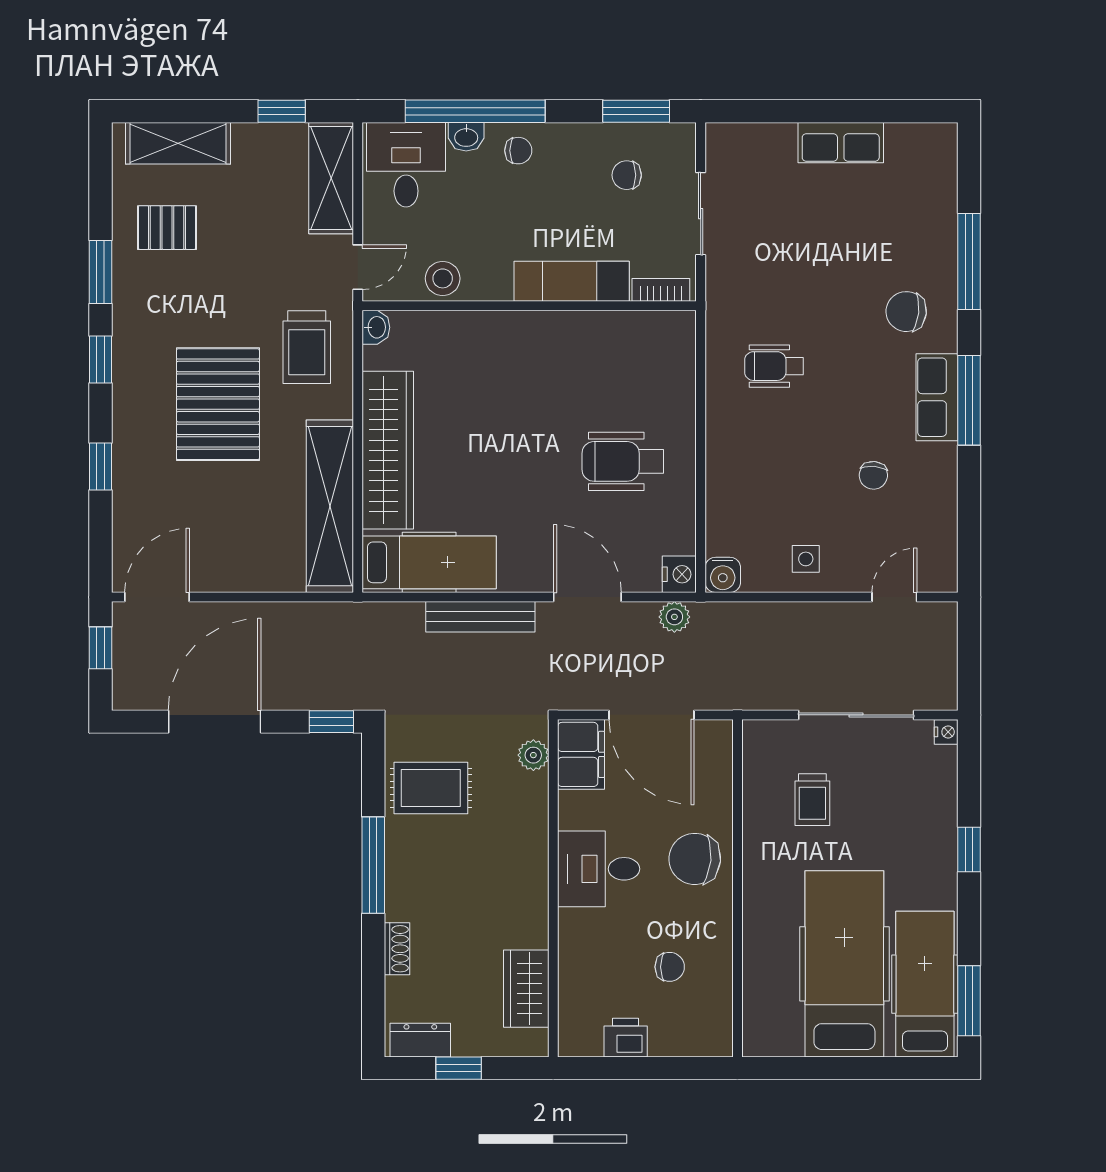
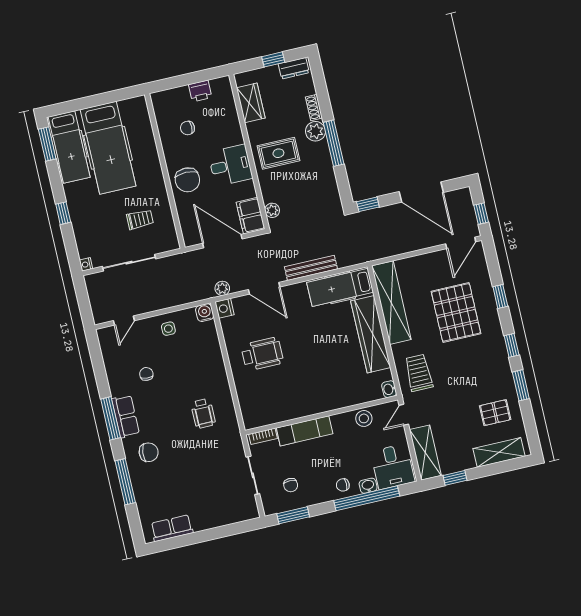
row of seats: (841, 143) -> (172, 528), moved
chair: (627, 175) -> (291, 485), turned 90
wheelchair: (774, 366) -> (203, 413), turned 90
pallet: (218, 404) -> (456, 312), moved
door: (215, 722) -> (421, 192), hinge flipped
rug: (431, 788) -> (278, 153), moved
trolley: (812, 800) -> (140, 219), turned 90
chair: (695, 859) -> (187, 180), turned 85
plant: (405, 899) -> (315, 131), added

